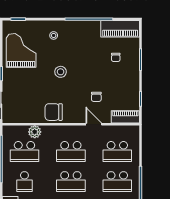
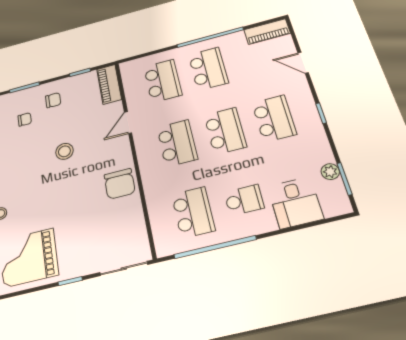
stool: (61, 72) -> (64, 151), moved
chair: (96, 97) -> (53, 100), moved
plant: (35, 132) -> (157, 204), removed

